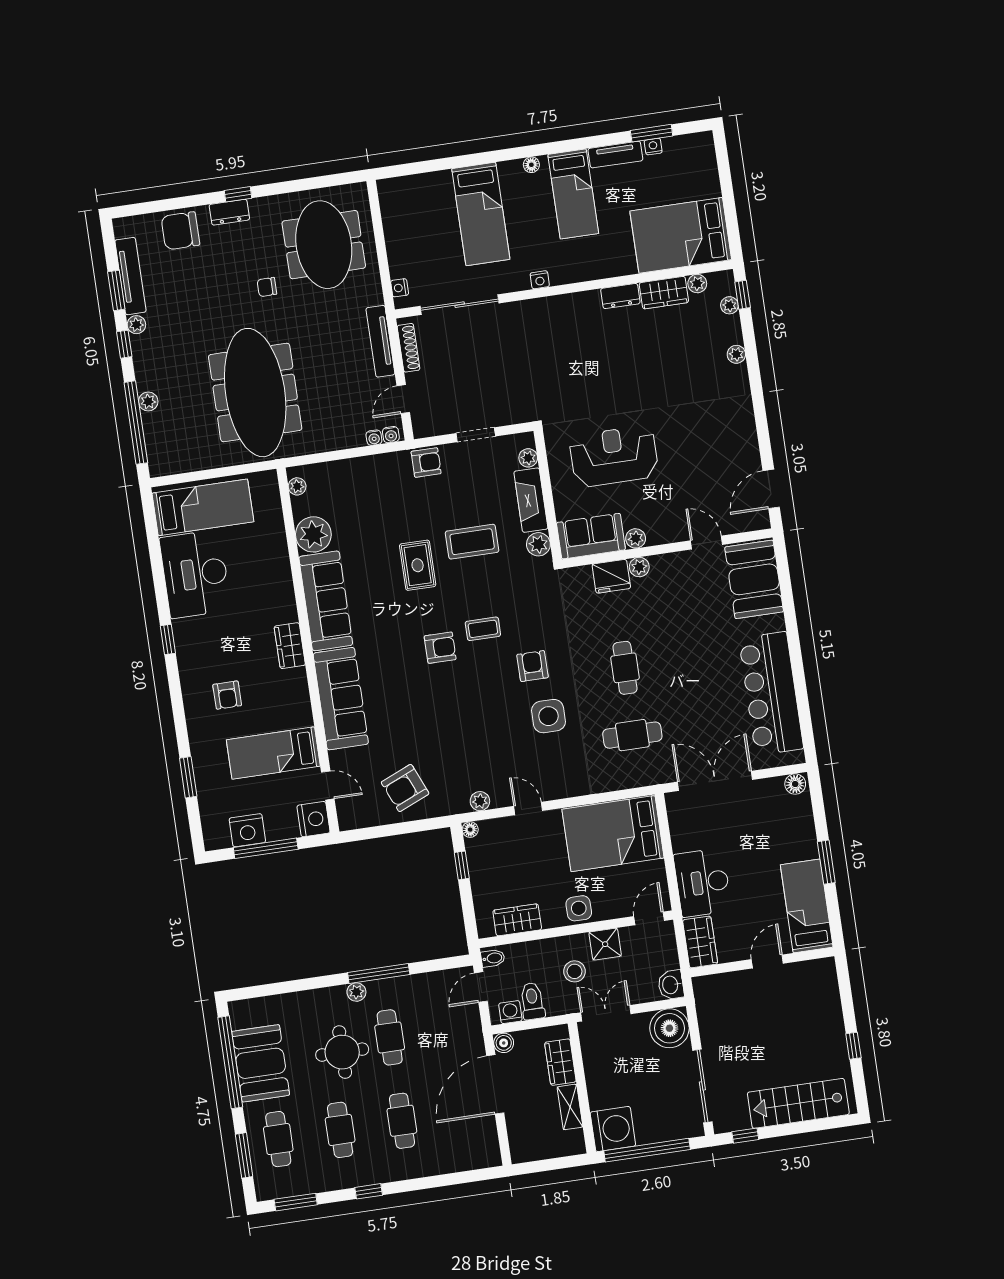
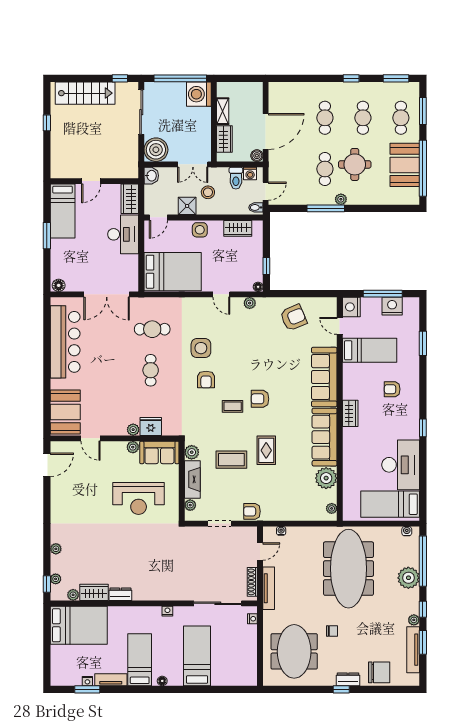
plant: (148, 401) -> (408, 578), width x1.87, depth x1.87
water cooler: (391, 435) -> (407, 531), moved
armchair: (227, 695) -> (392, 389), turned -90

